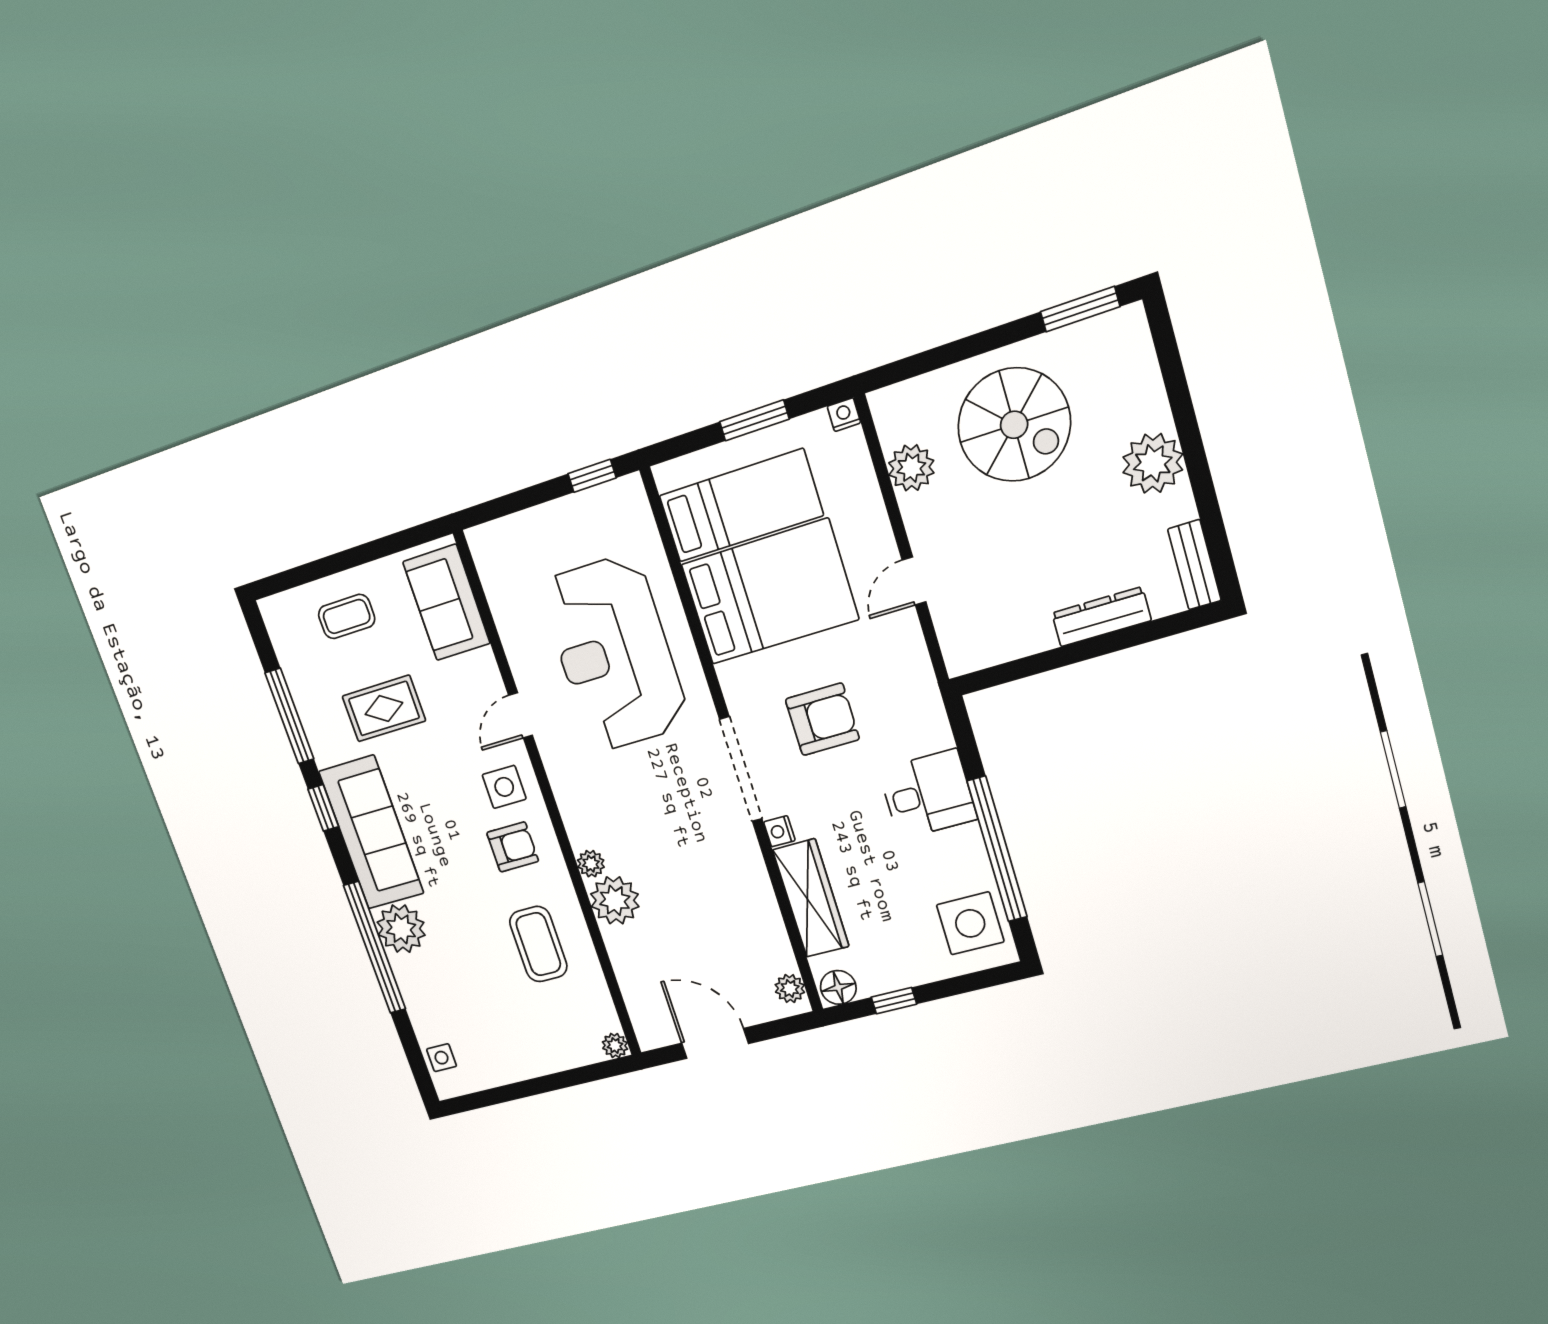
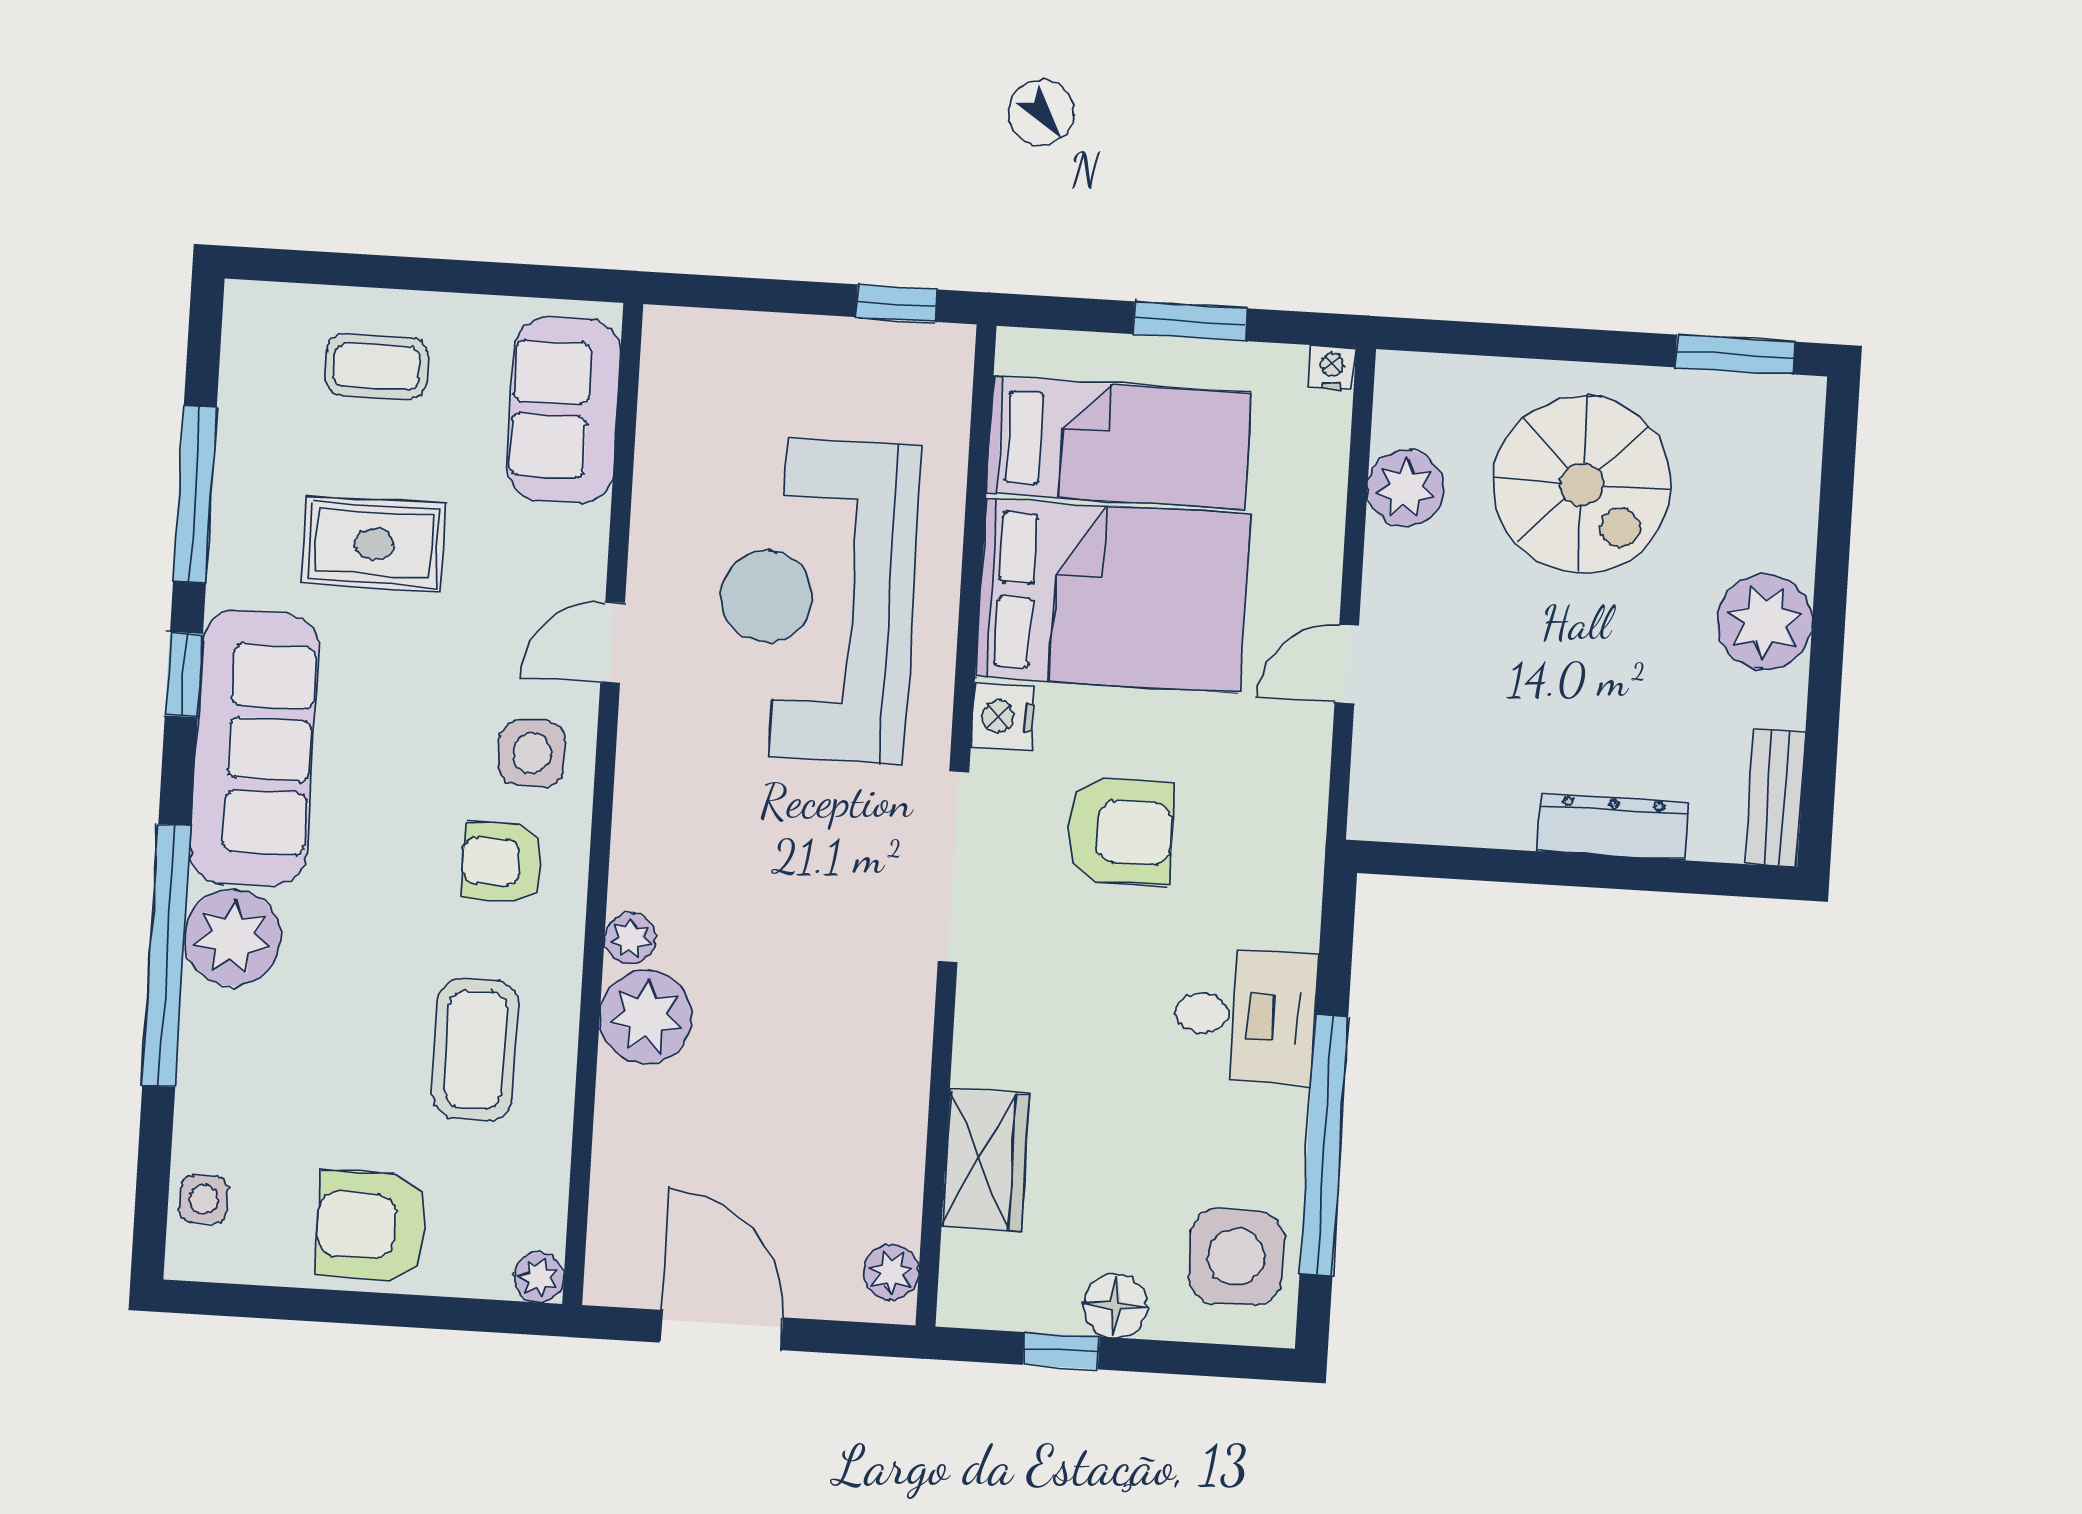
nightstand: (779, 831) -> (1003, 716), moved, width x1.39, depth x1.35
armchair: (513, 847) -> (502, 862), turned 180
wardrobe: (811, 898) -> (985, 1160), width x0.67
floor lamp: (838, 987) -> (1115, 1306), moved
armchair: (525, 1046) -> (372, 1226), added

